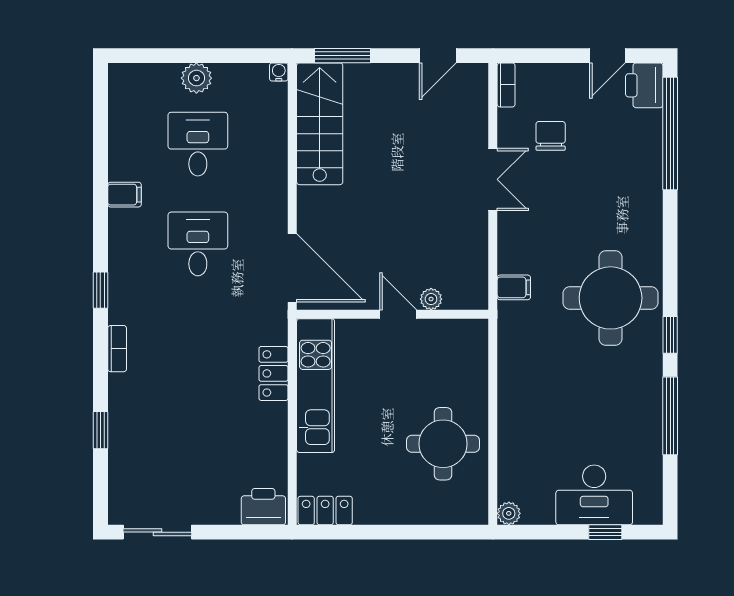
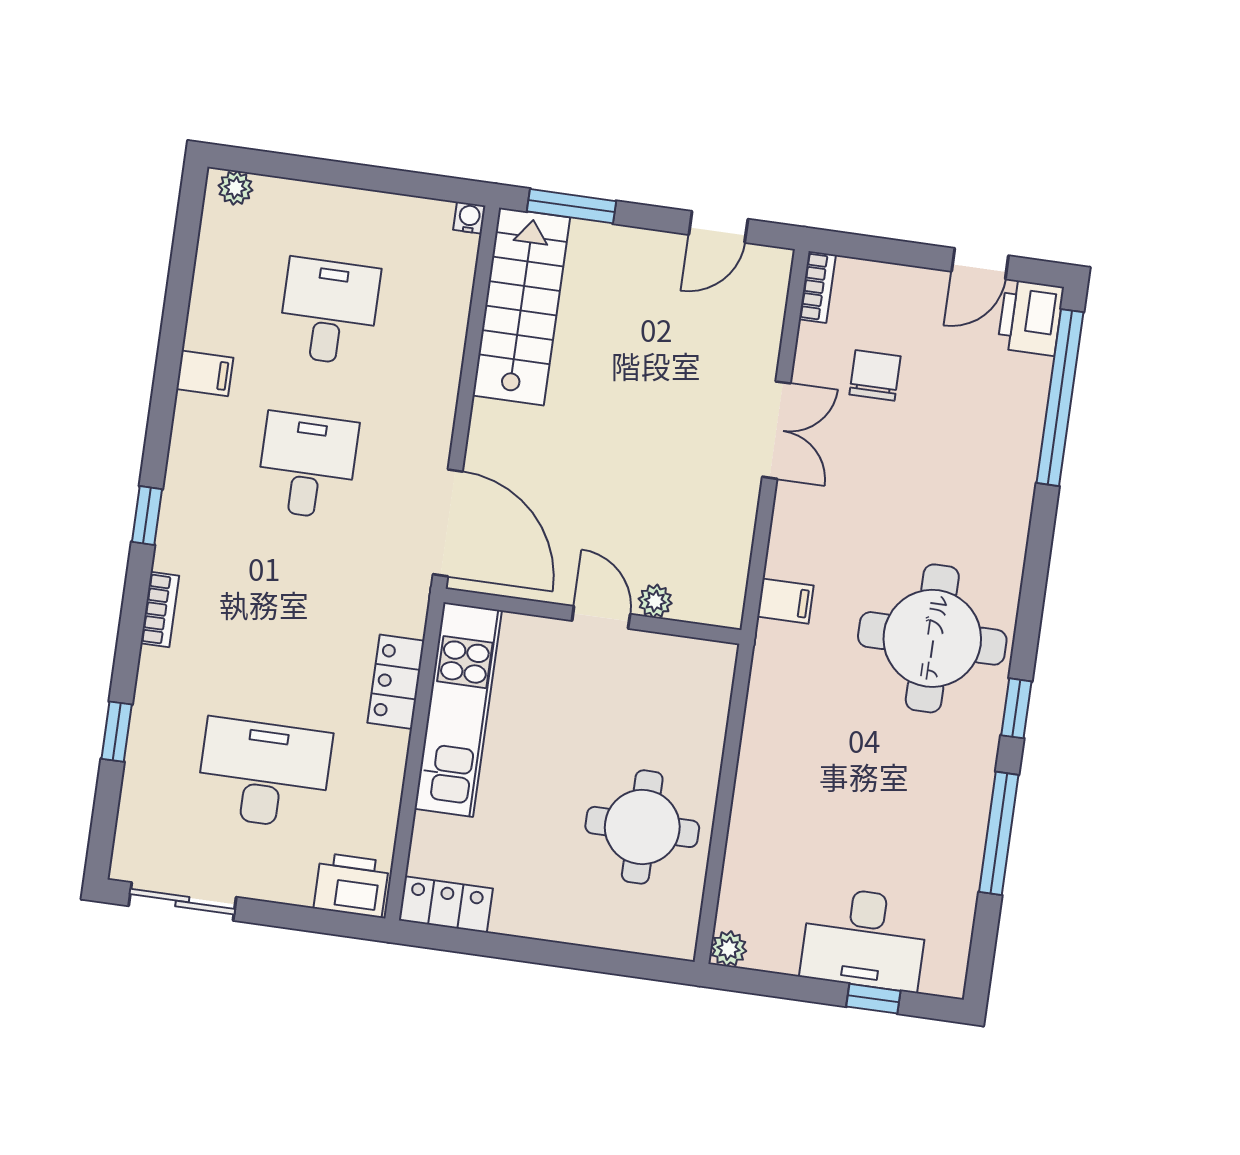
plant: (196, 78) -> (235, 188), moved, width x0.73, depth x0.73
desk: (198, 444) -> (264, 774), added

